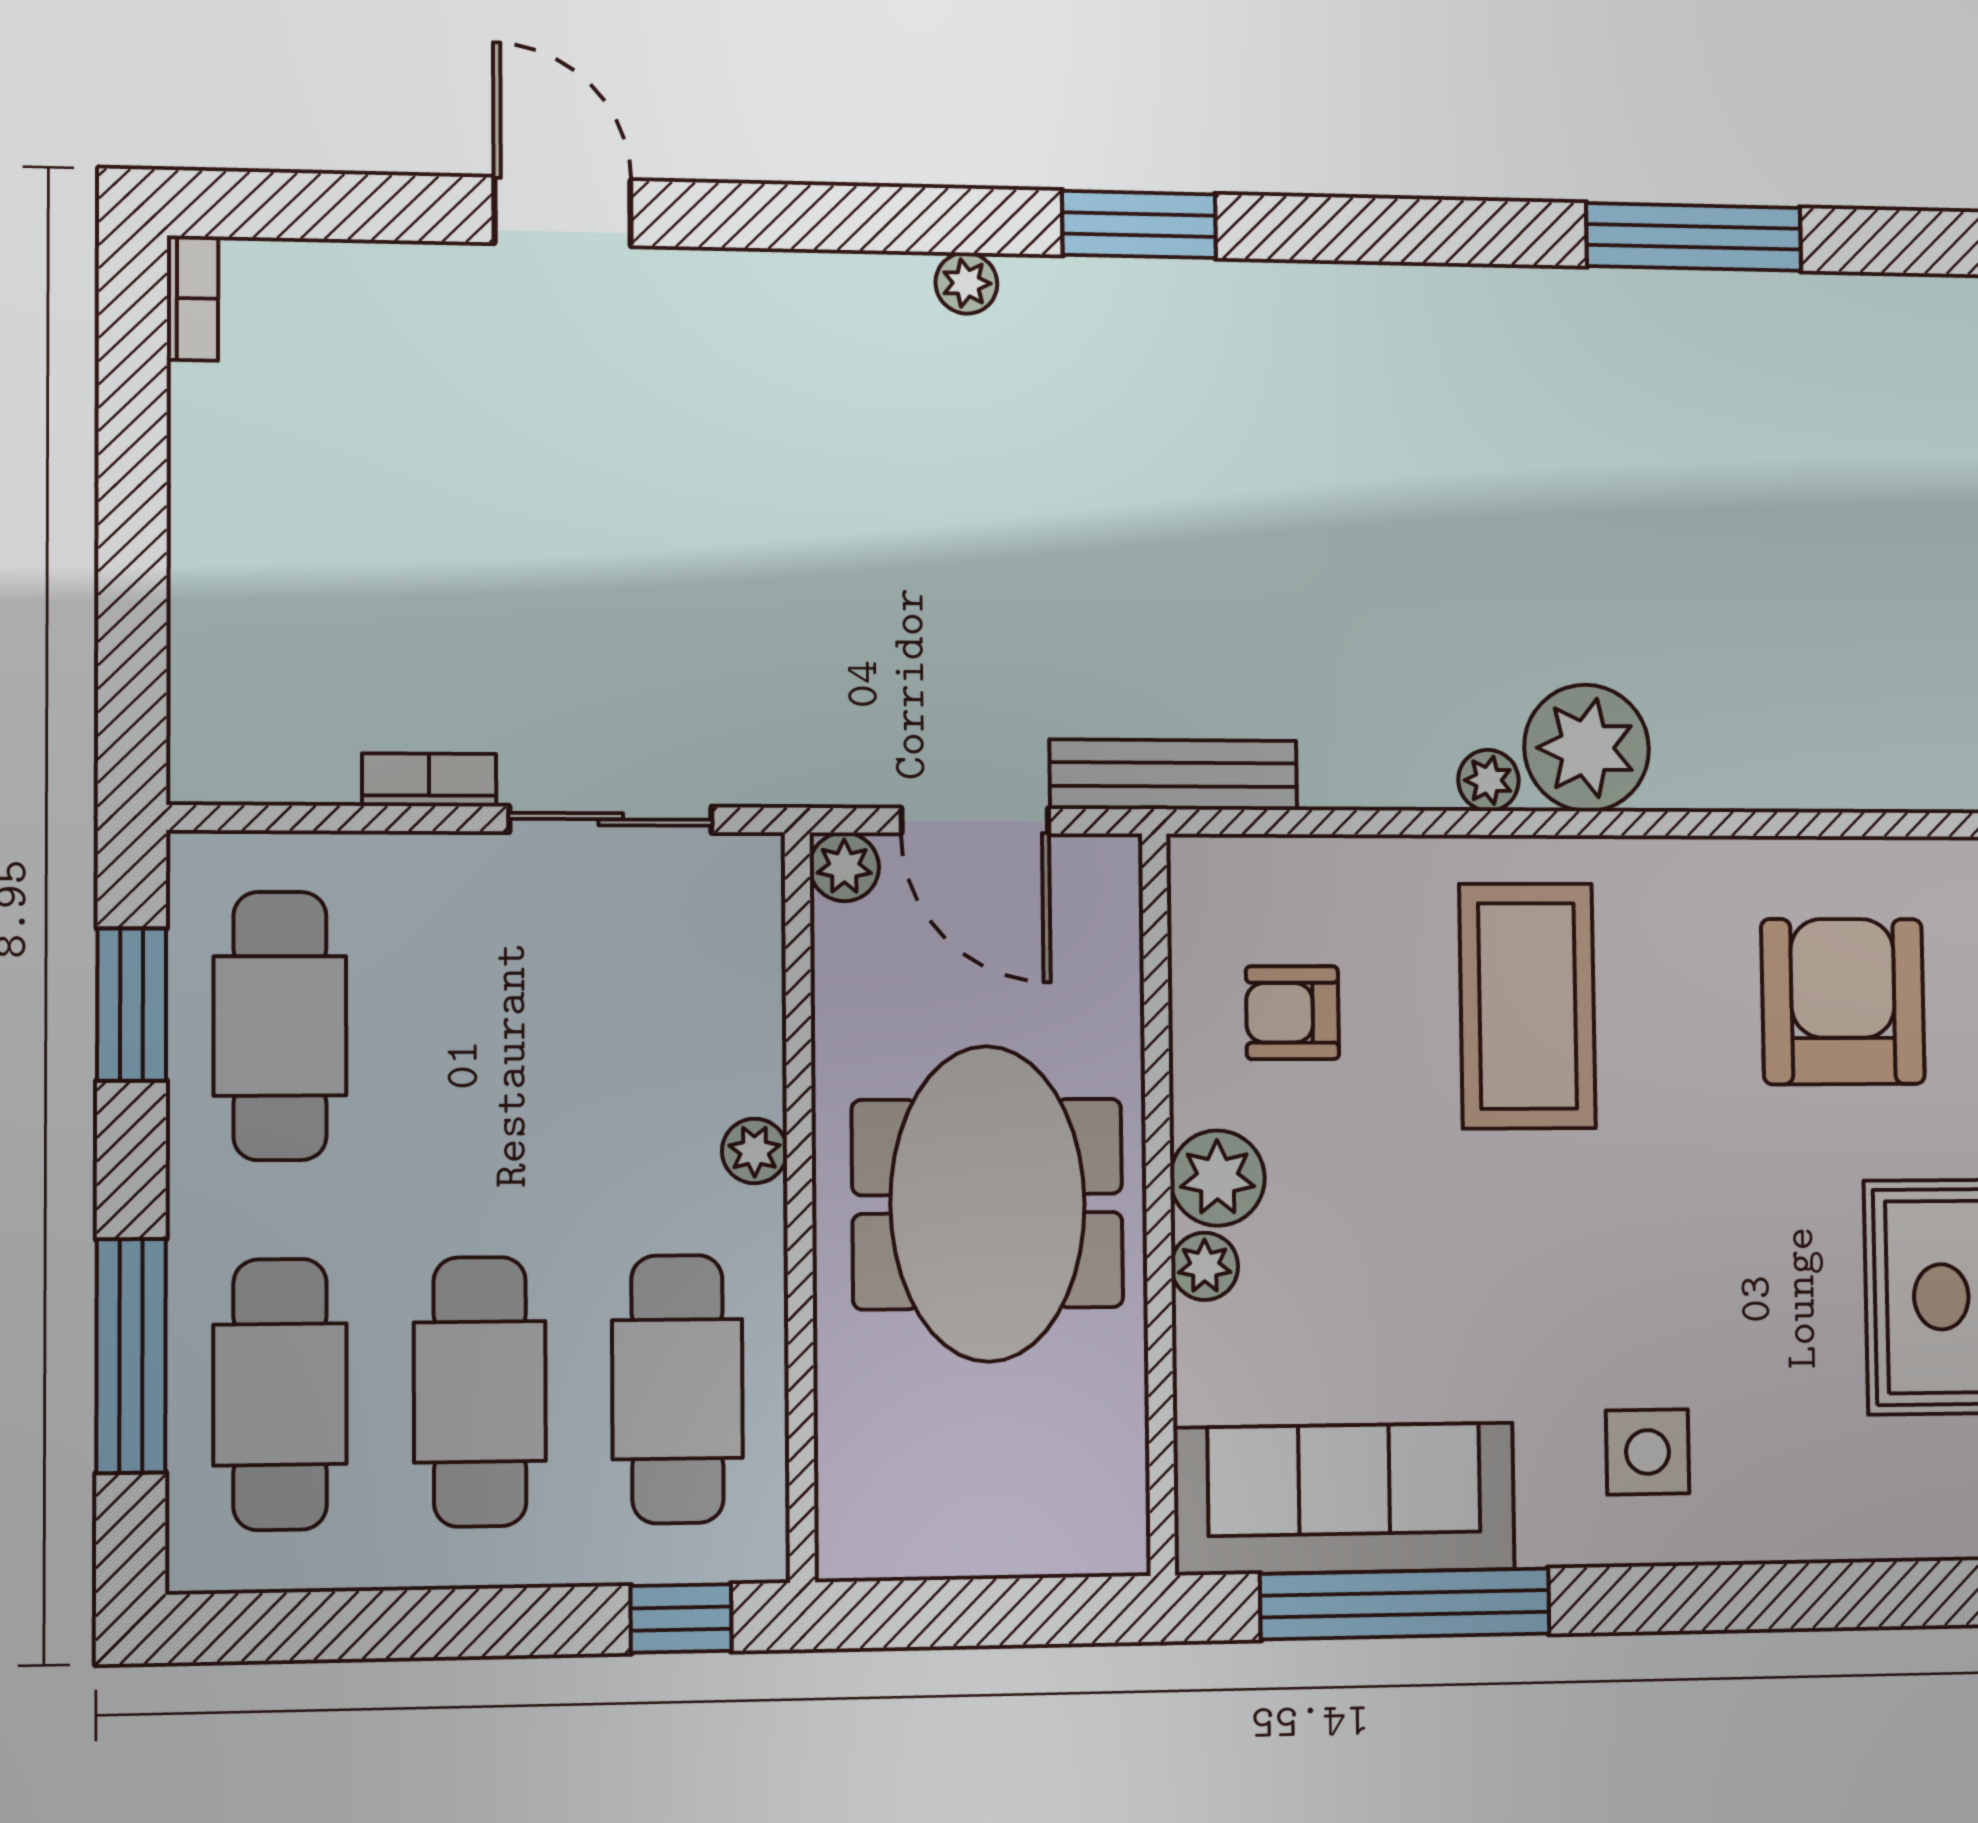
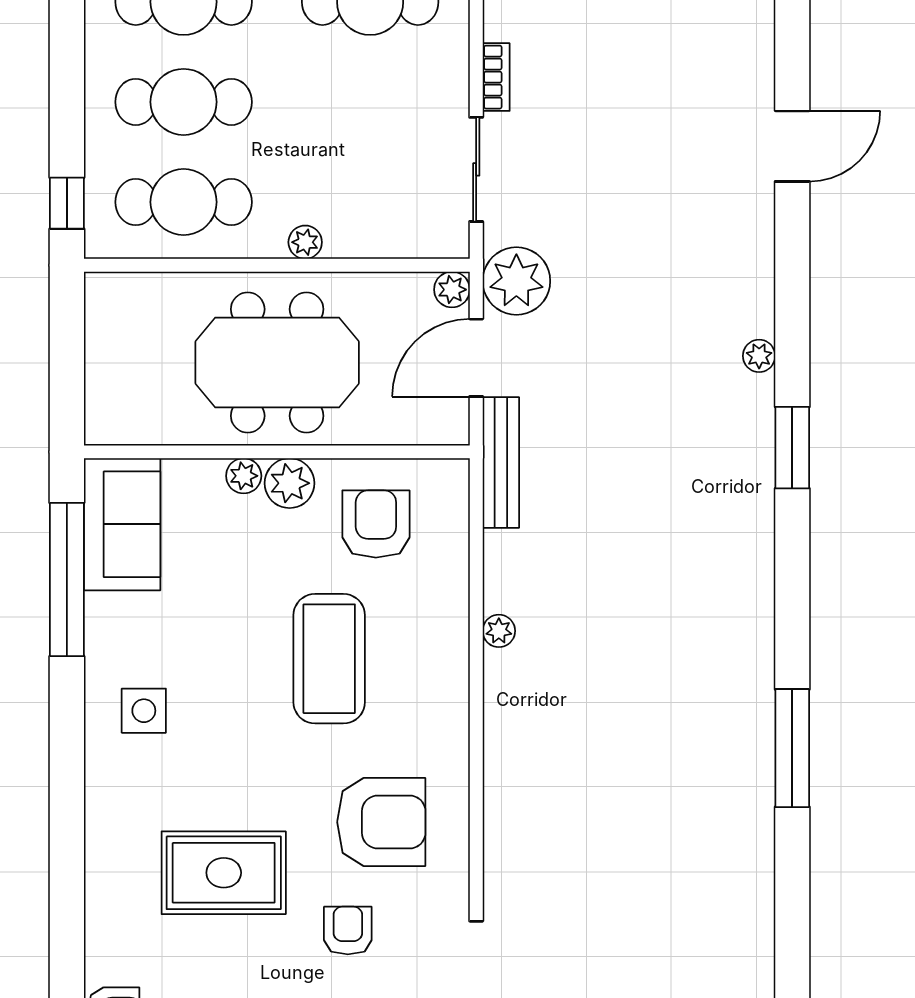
plant: (1587, 748) -> (516, 281), moved
coffee table: (1527, 1006) -> (329, 659), moved, turned 90
armchair: (1292, 1013) -> (376, 524), width x1.38, depth x1.38
sofa: (1345, 1499) -> (122, 524), width x0.73

